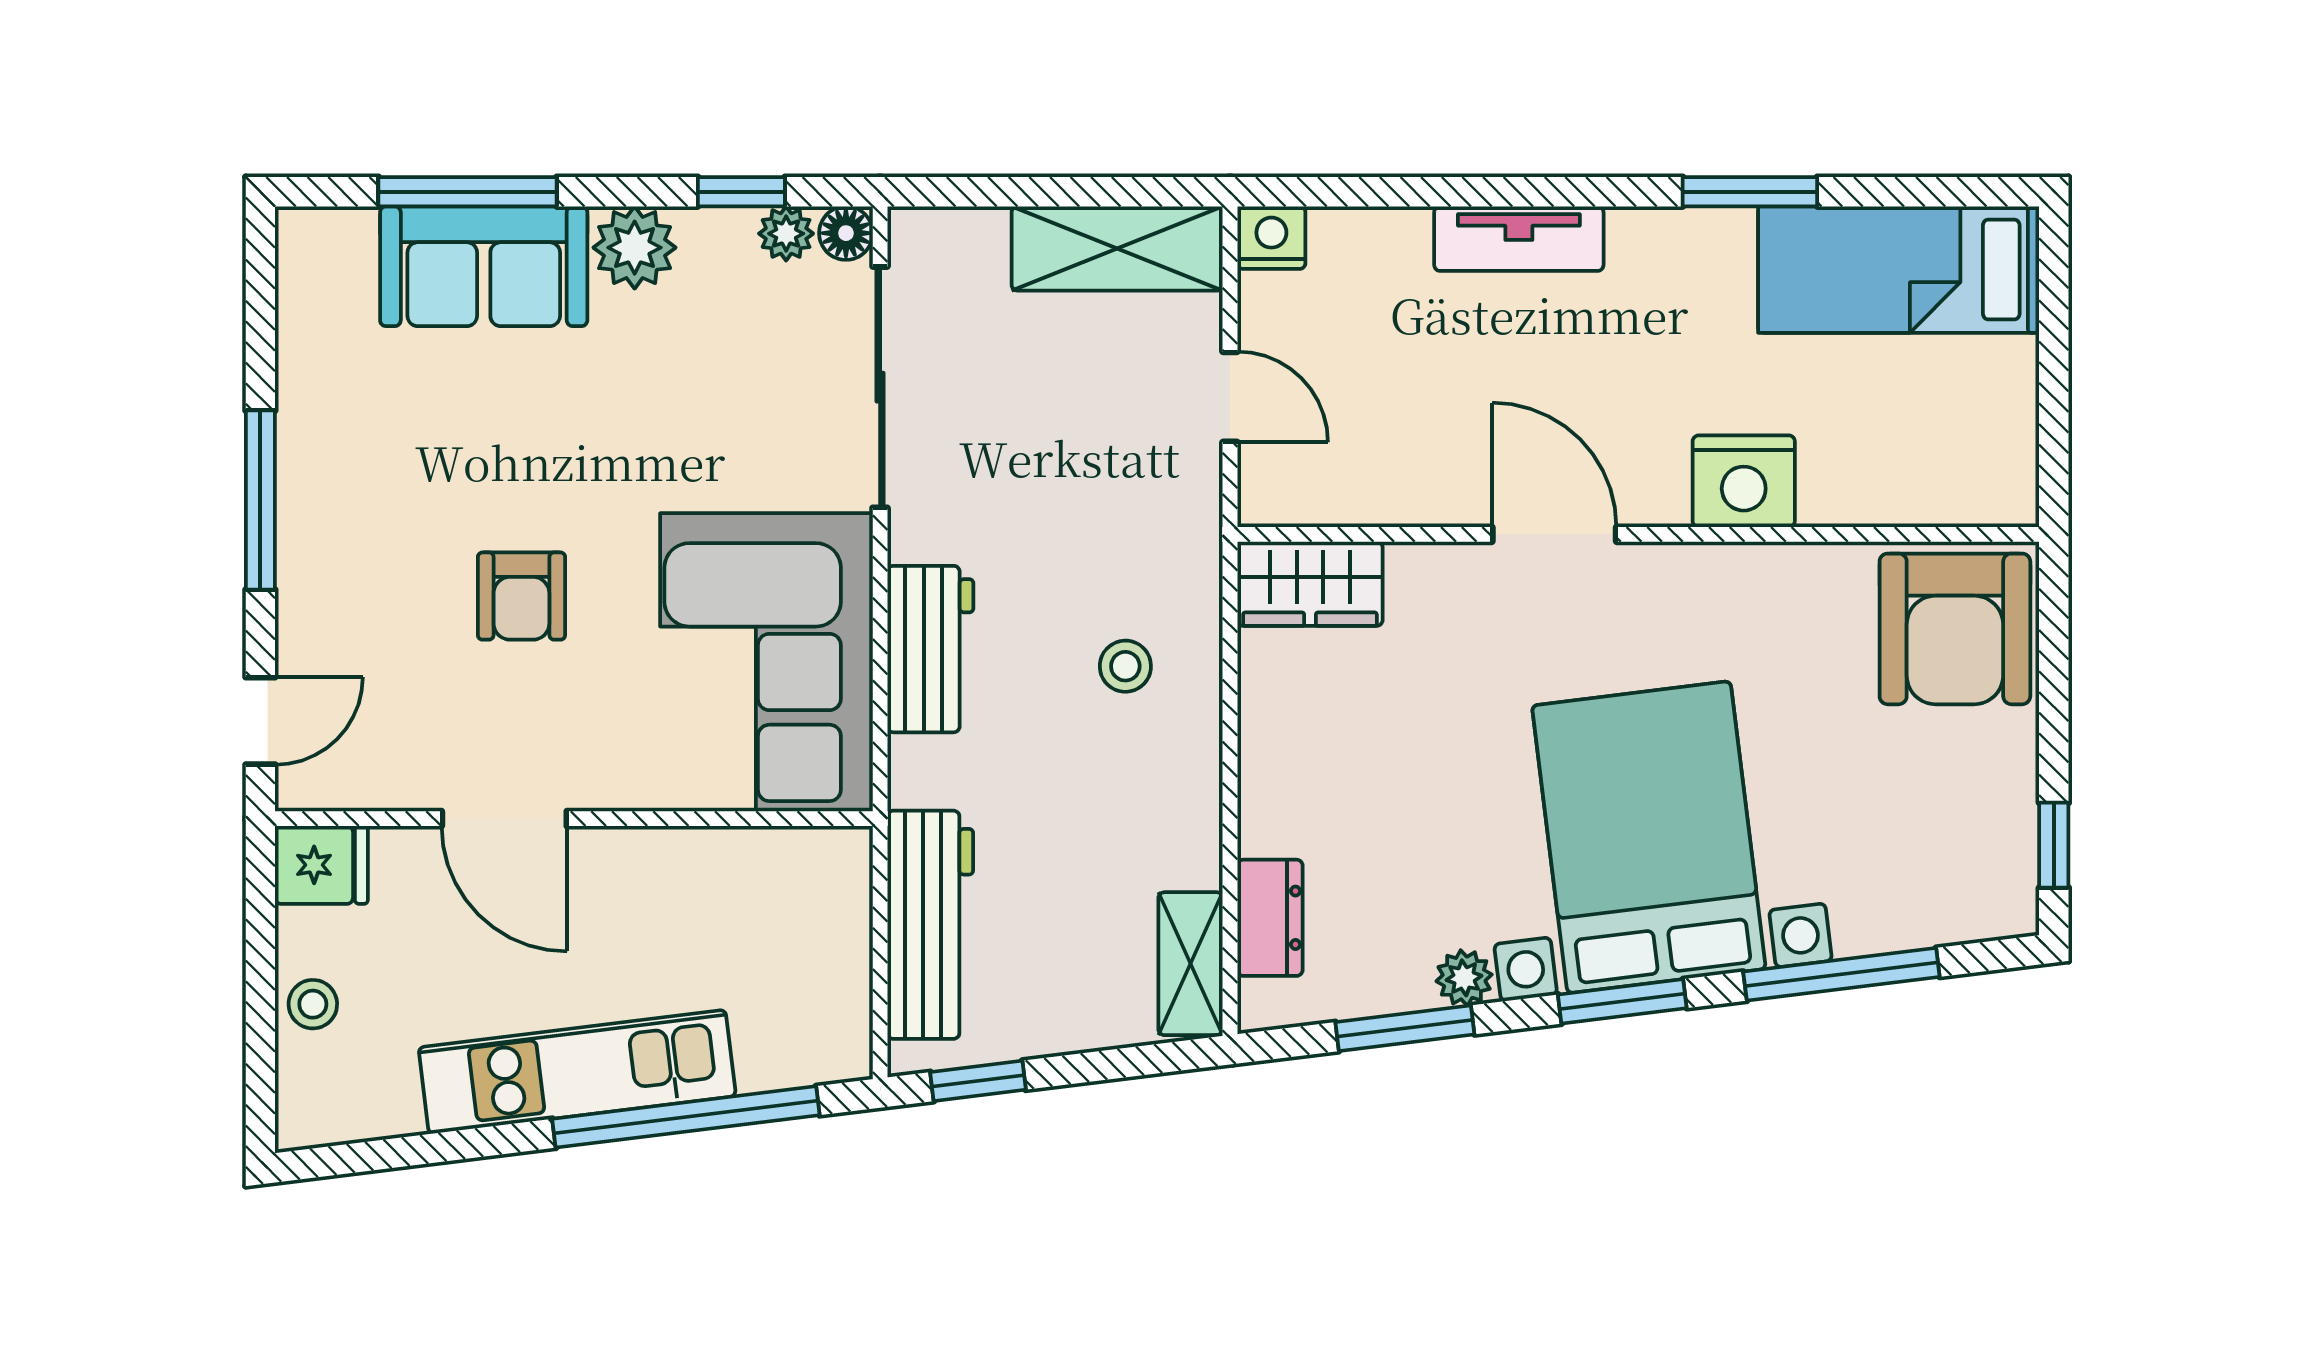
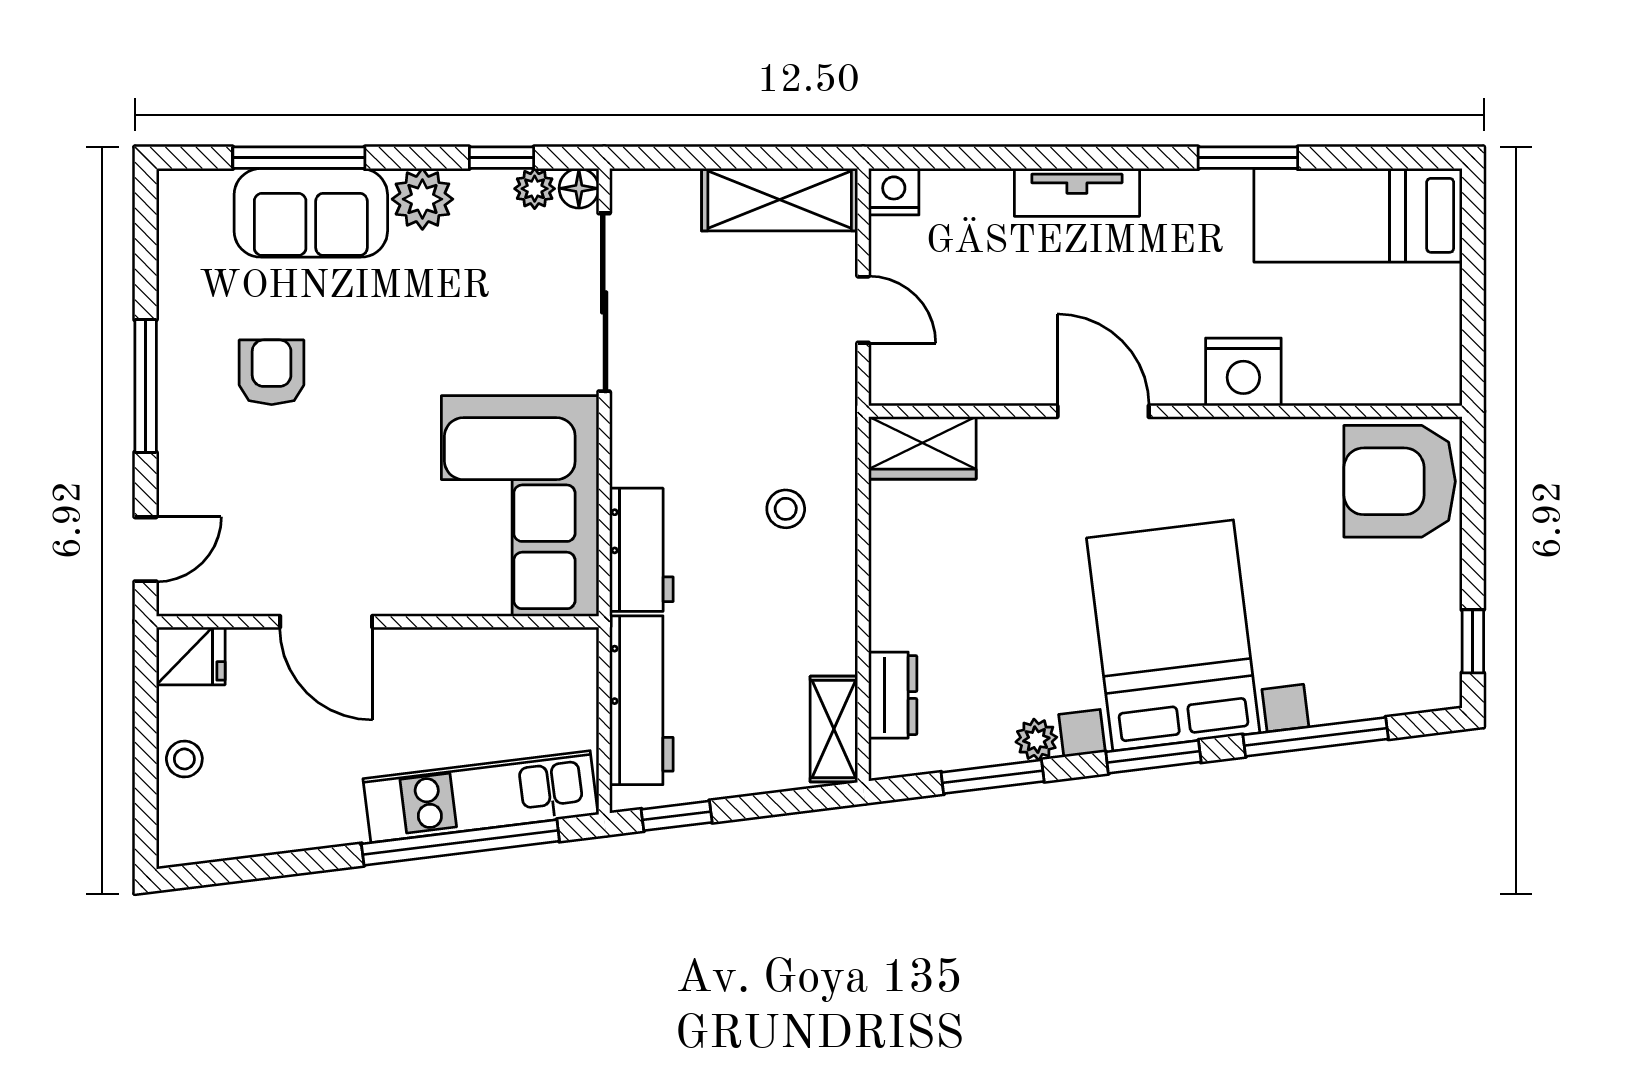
armchair: (521, 596) -> (272, 372), moved, turned 180
armchair: (1955, 629) -> (1400, 481), turned 90
workbench: (930, 649) -> (641, 550), moved
kitchen unit: (577, 1072) -> (481, 797), moved

